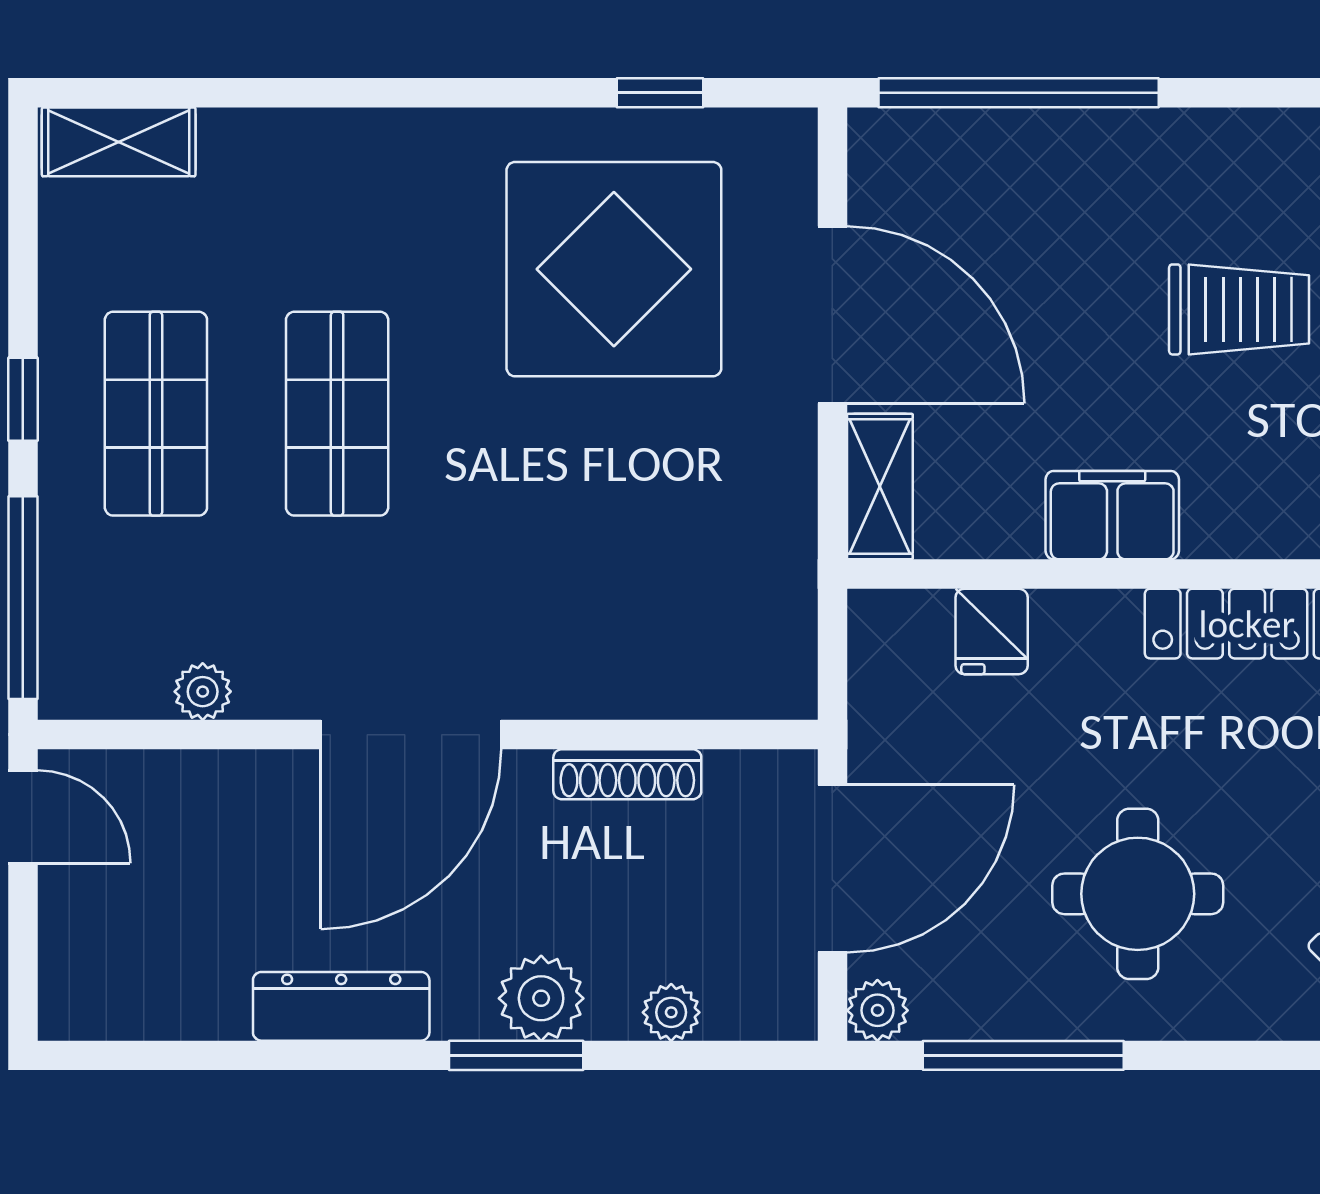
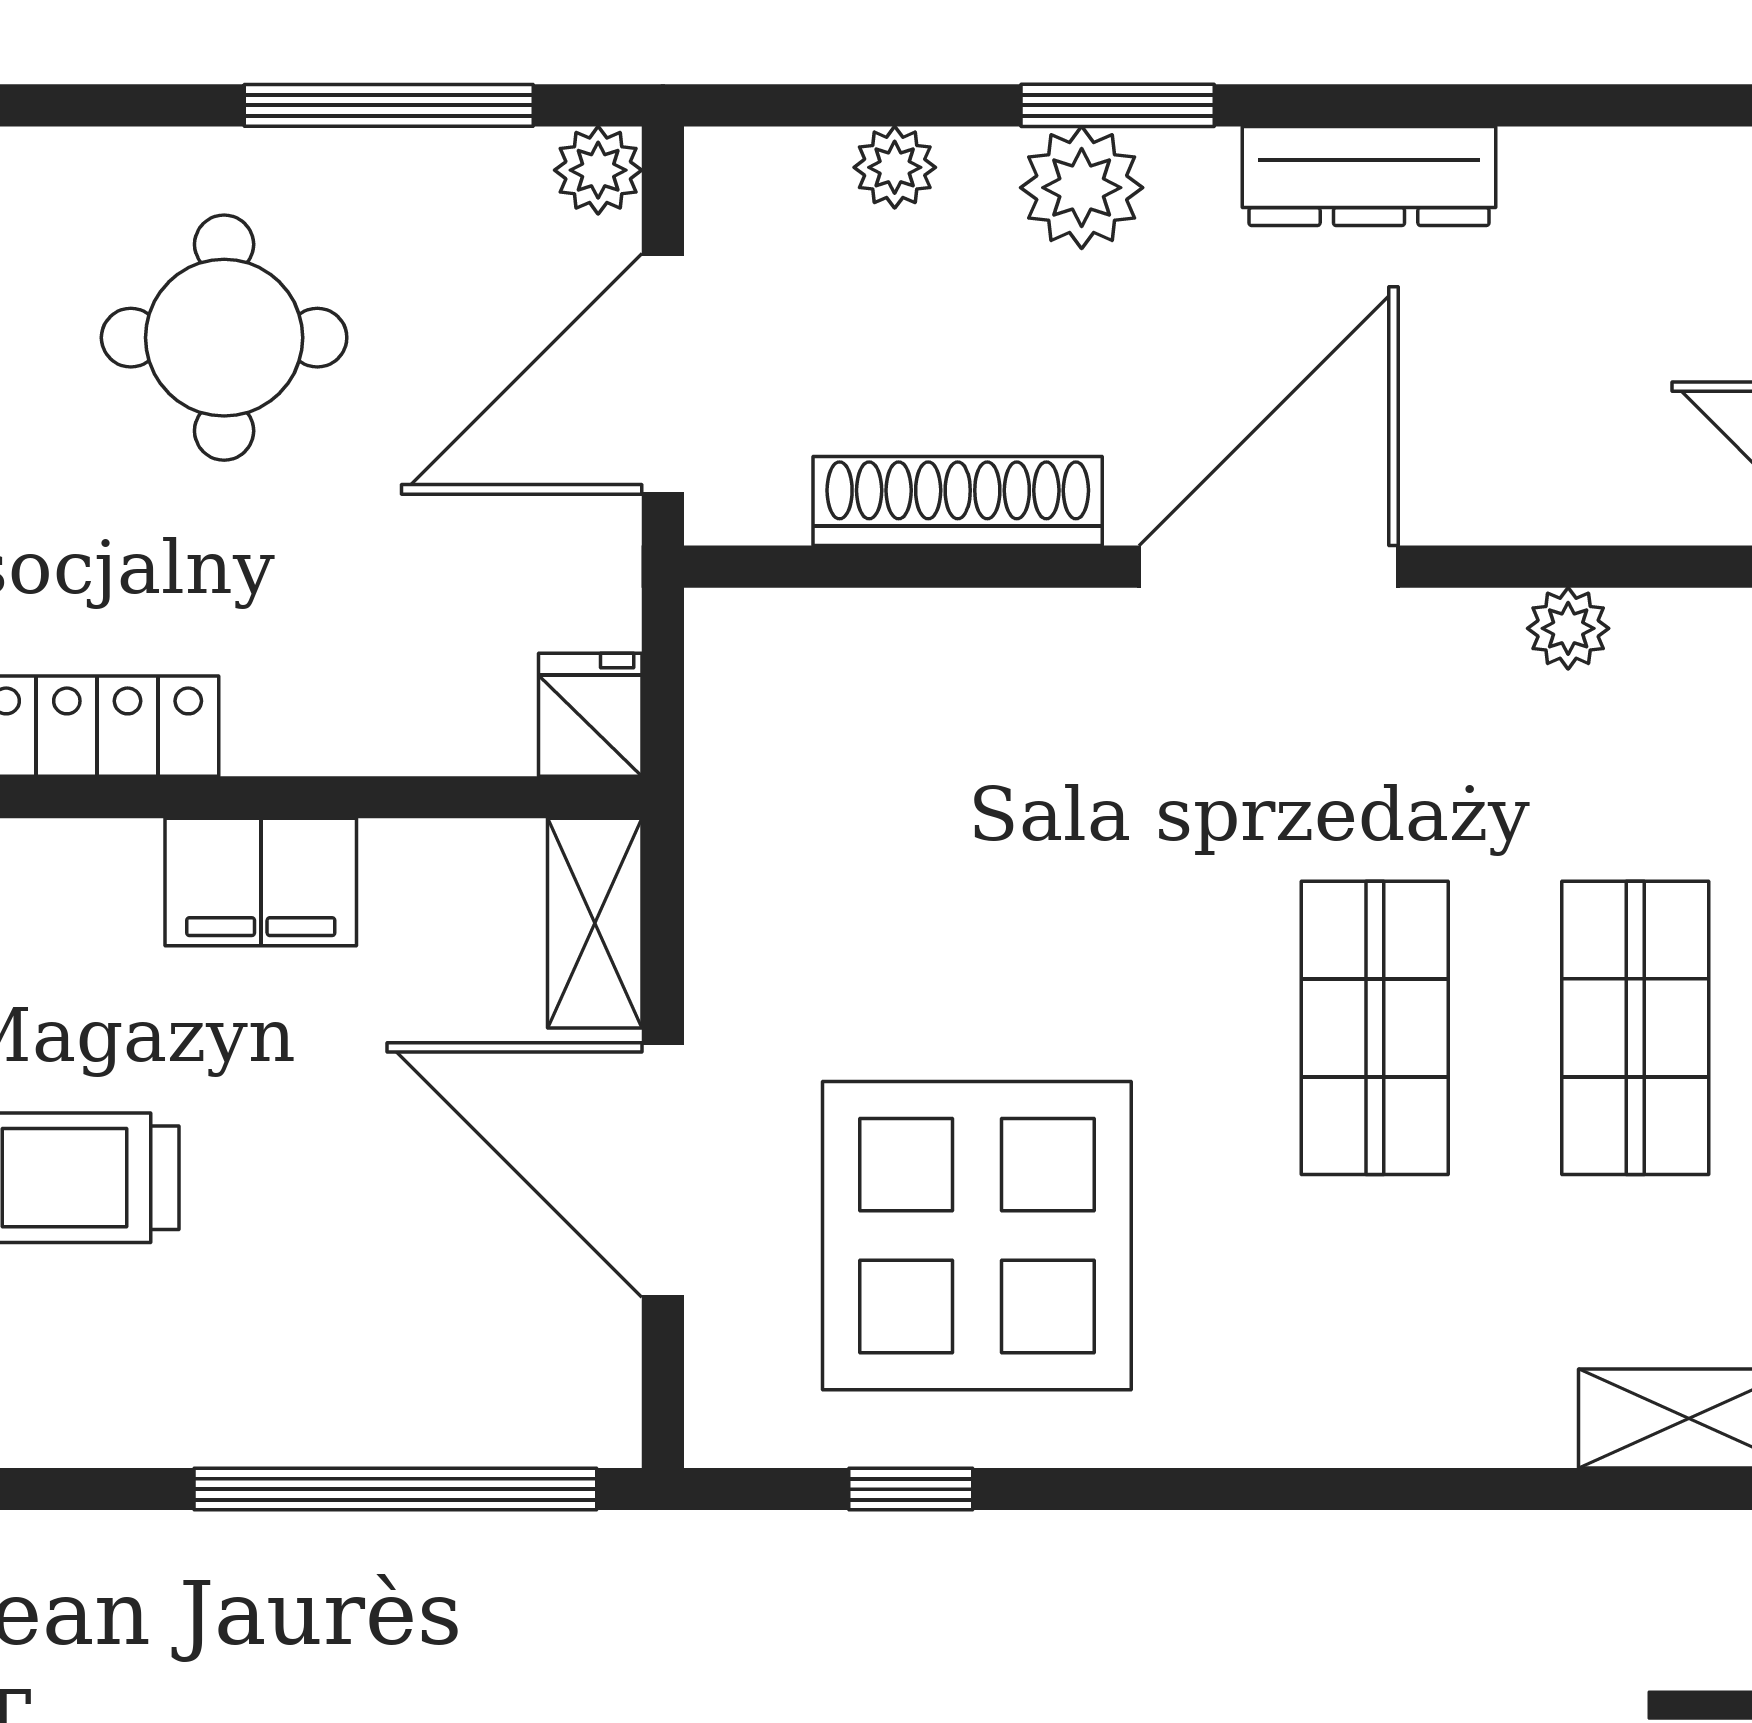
fridge: (992, 631) -> (590, 715), moved
shoe rack: (627, 774) -> (958, 501), width x1.36, depth x1.24

